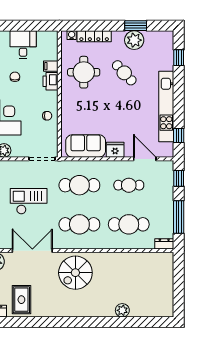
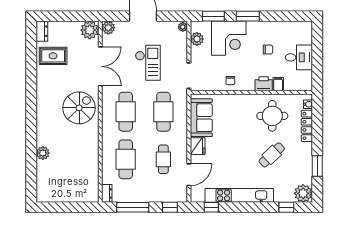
plant: (134, 40) -> (303, 193), moved
spiral stairs: (75, 273) -> (79, 108), turned 90

